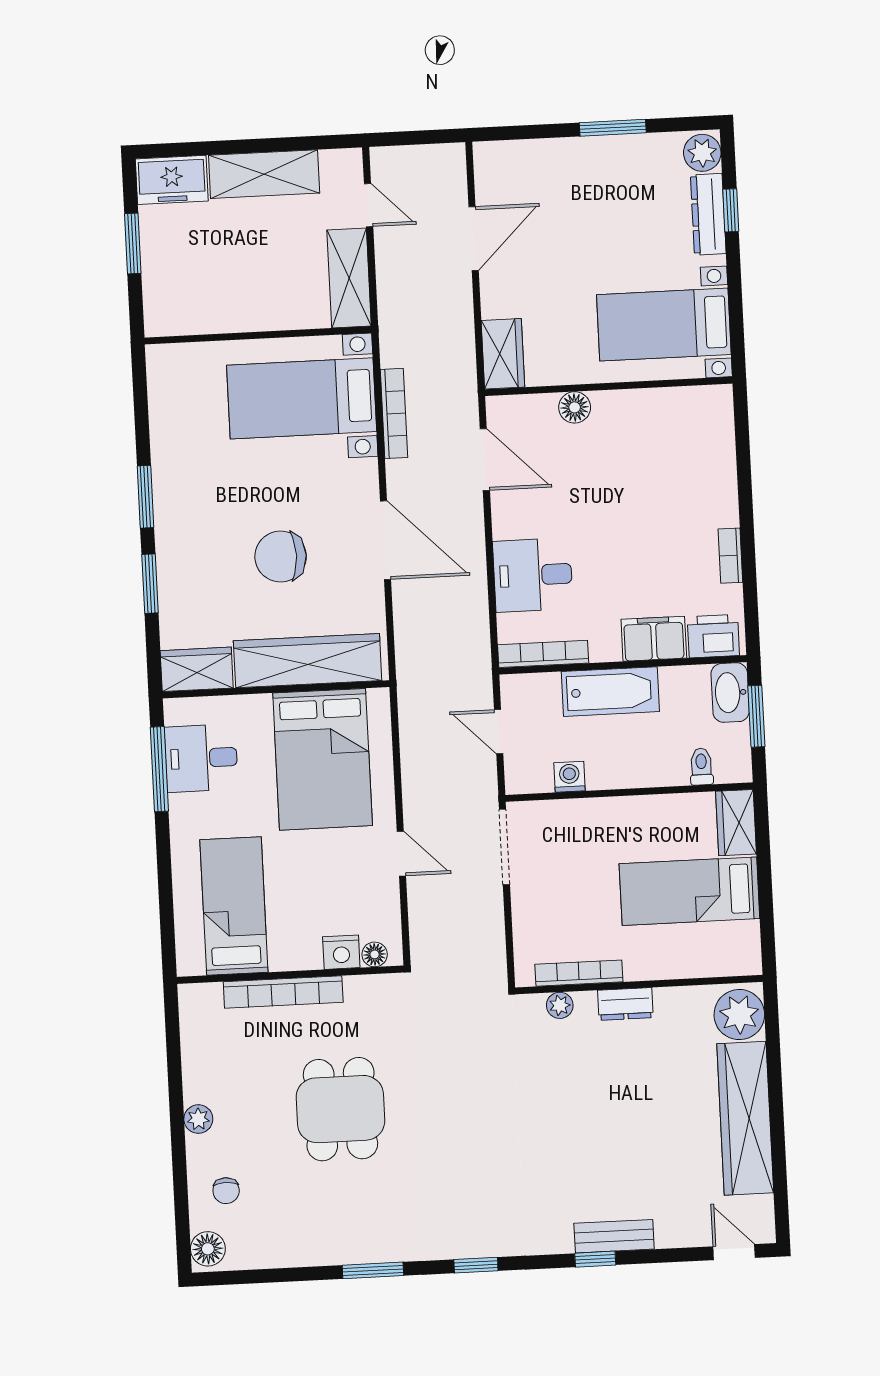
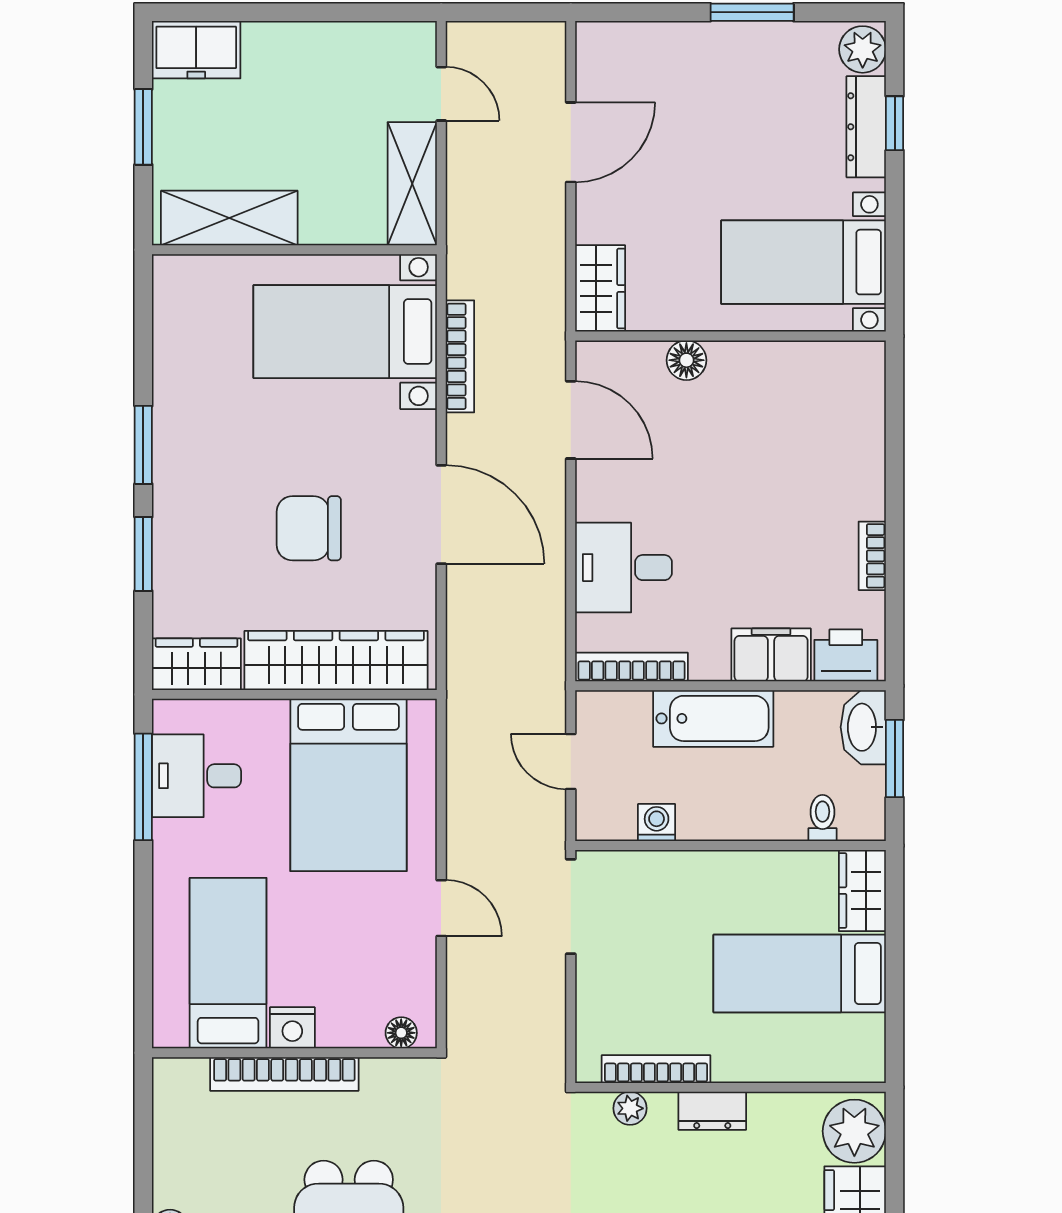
shelving: (264, 174) -> (229, 218), moved
nightstand: (341, 952) -> (292, 1028), moved

